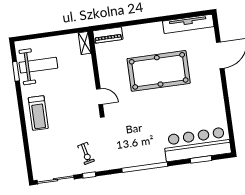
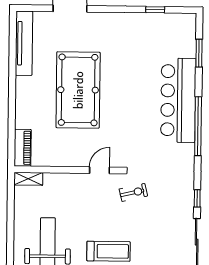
window: (229, 121) -> (155, 10), added
bar counter: (197, 144) -> (178, 100), moved
exercise bike: (86, 153) -> (133, 192), moved

